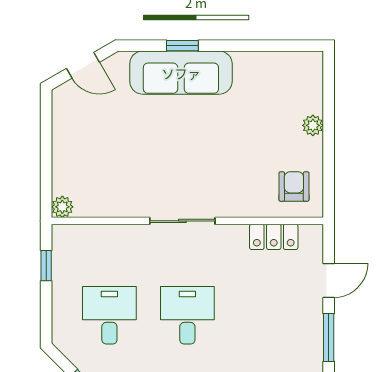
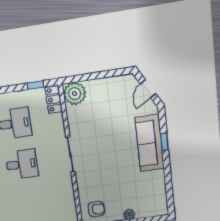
plant: (62, 207) -> (75, 94), width x1.88, depth x1.88
locker: (274, 237) -> (54, 100), moved

